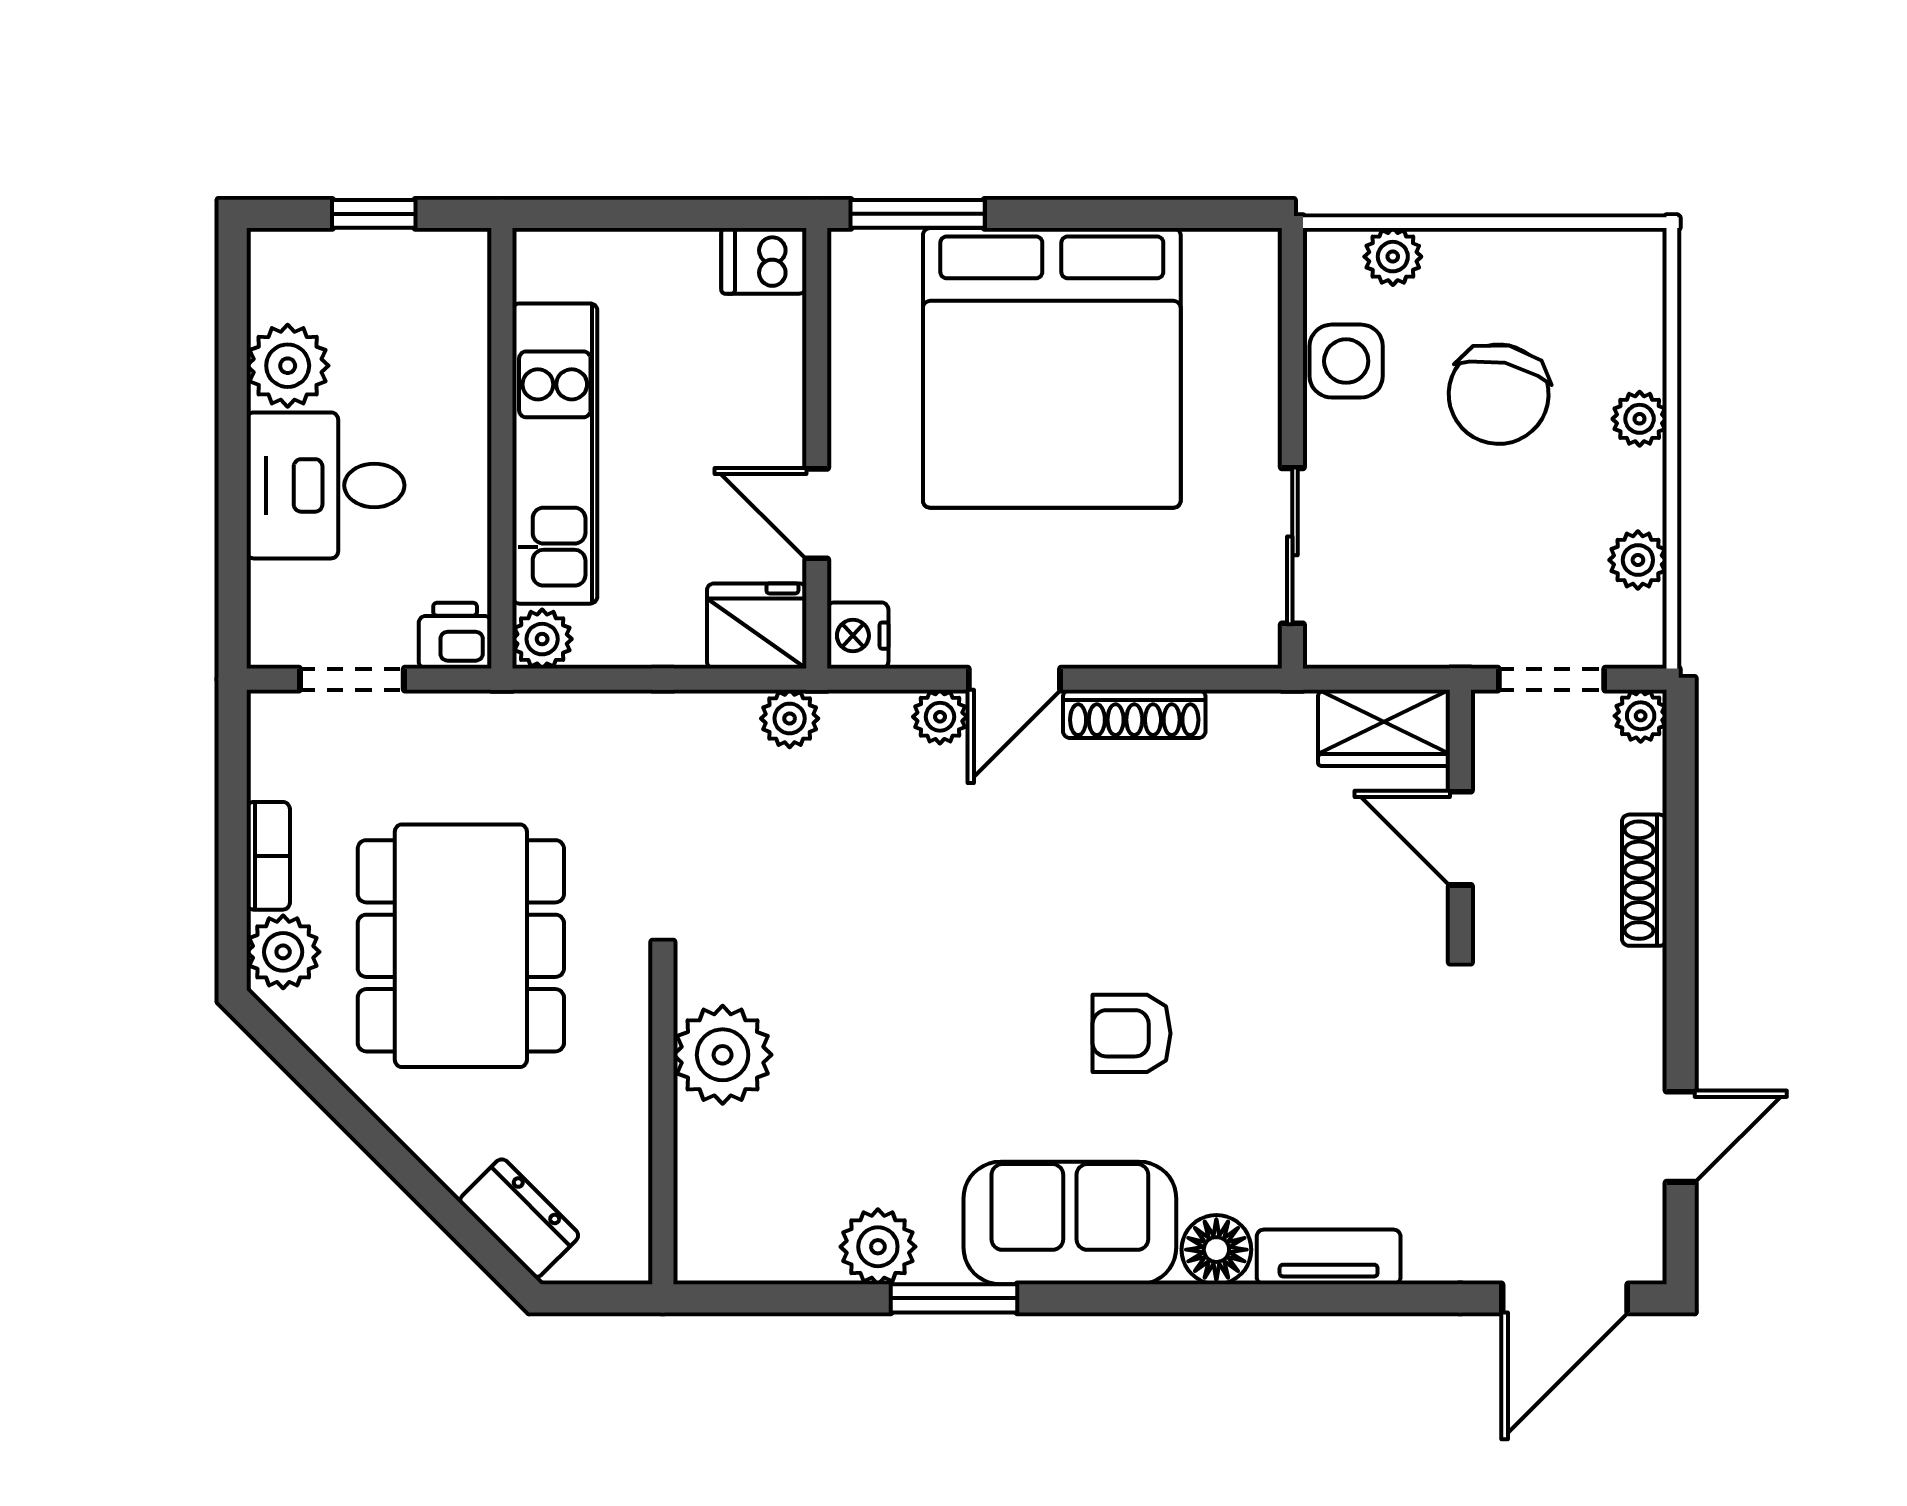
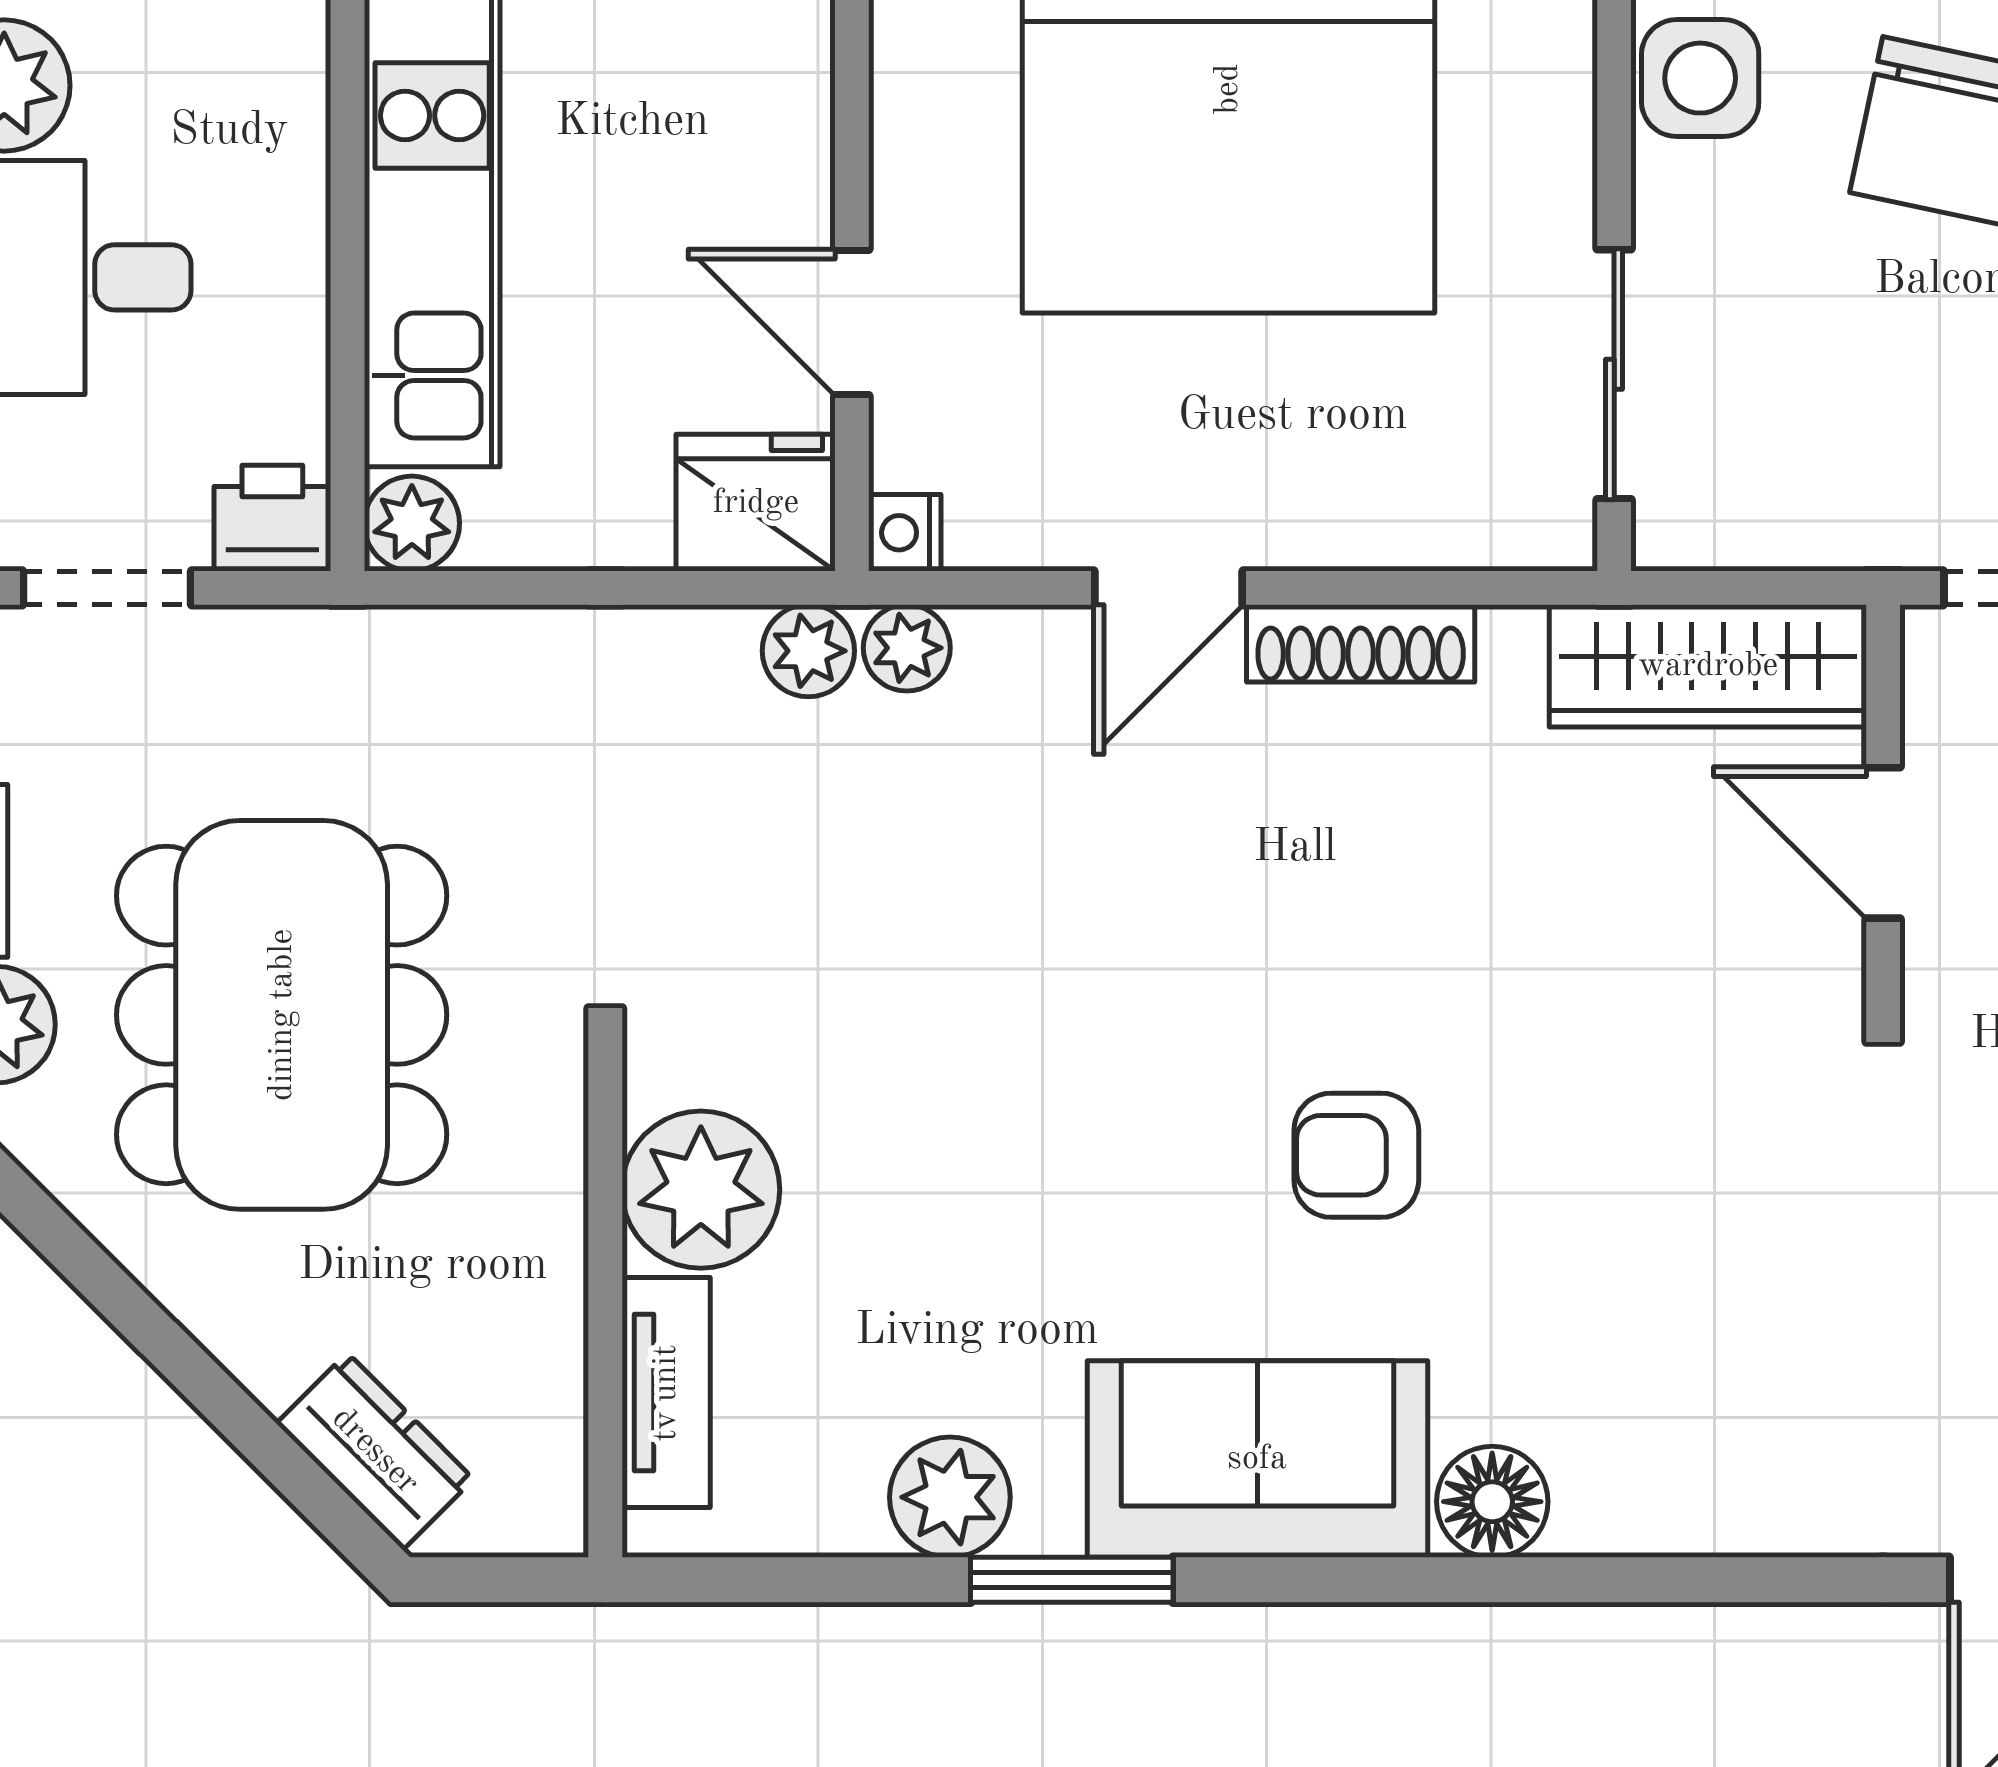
nightstand: (858, 636) -> (905, 533), width x0.72, depth x0.74
plant: (940, 717) -> (907, 648), moved
wardrobe: (1384, 728) -> (1708, 666), width x1.50
tv unit: (1329, 1257) -> (666, 1393), moved, turned 90

